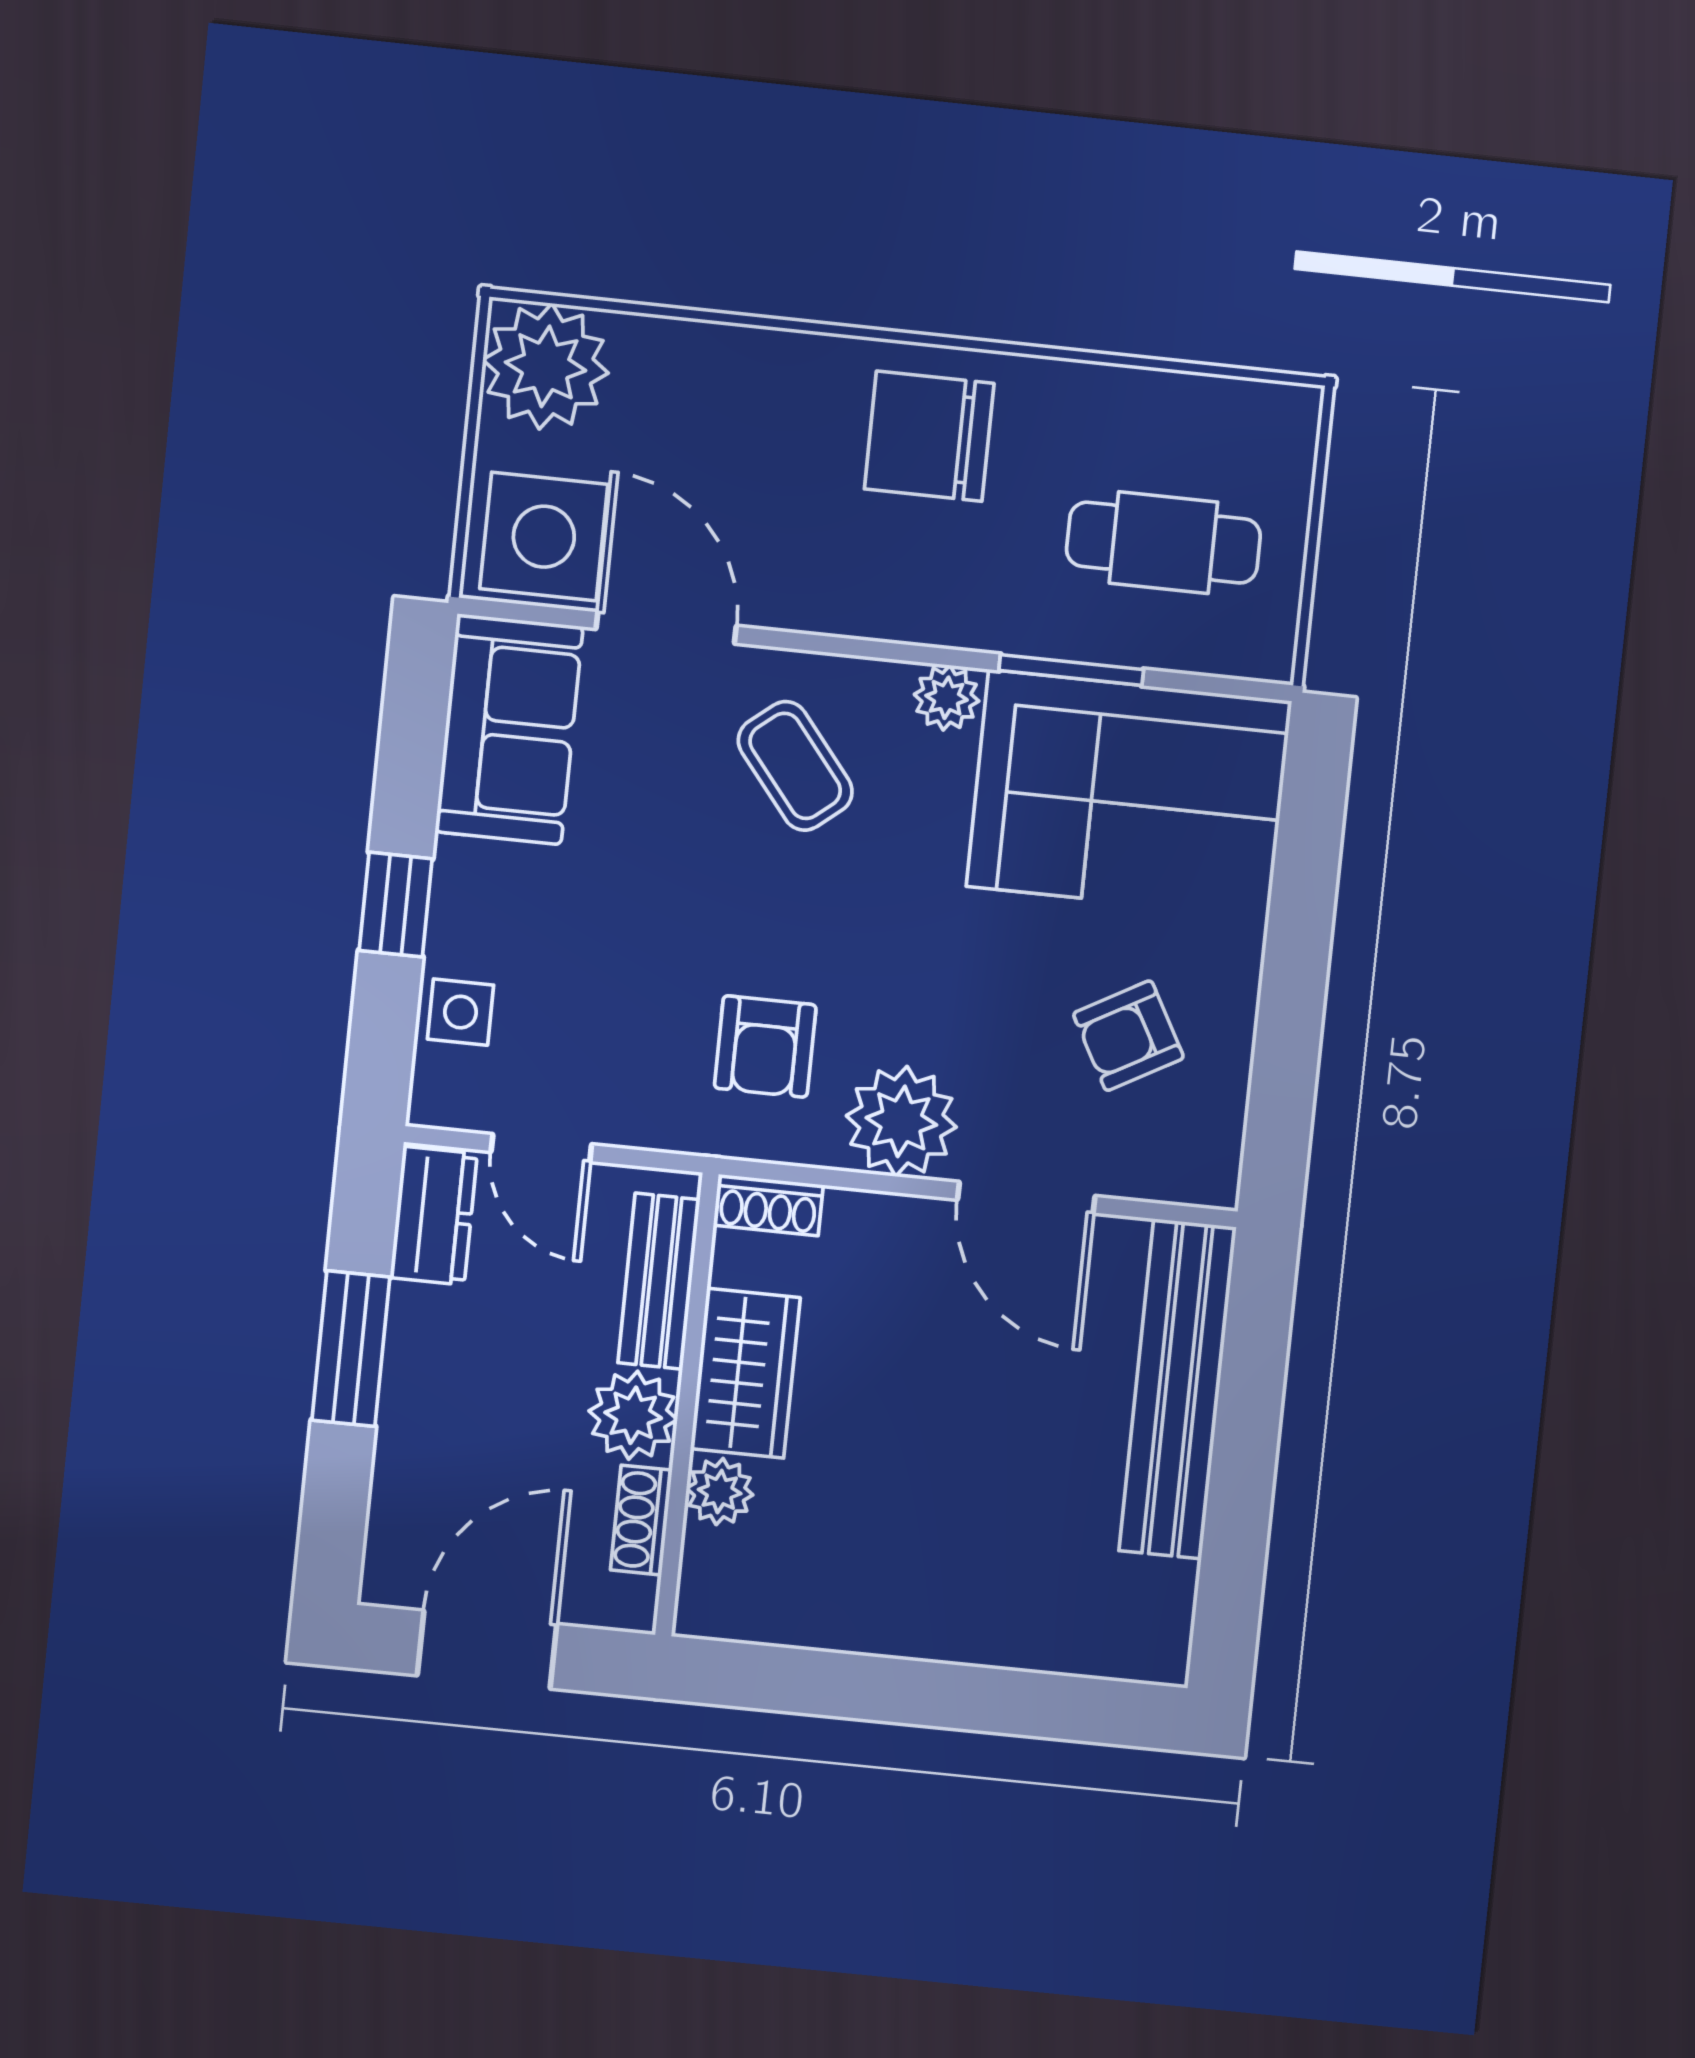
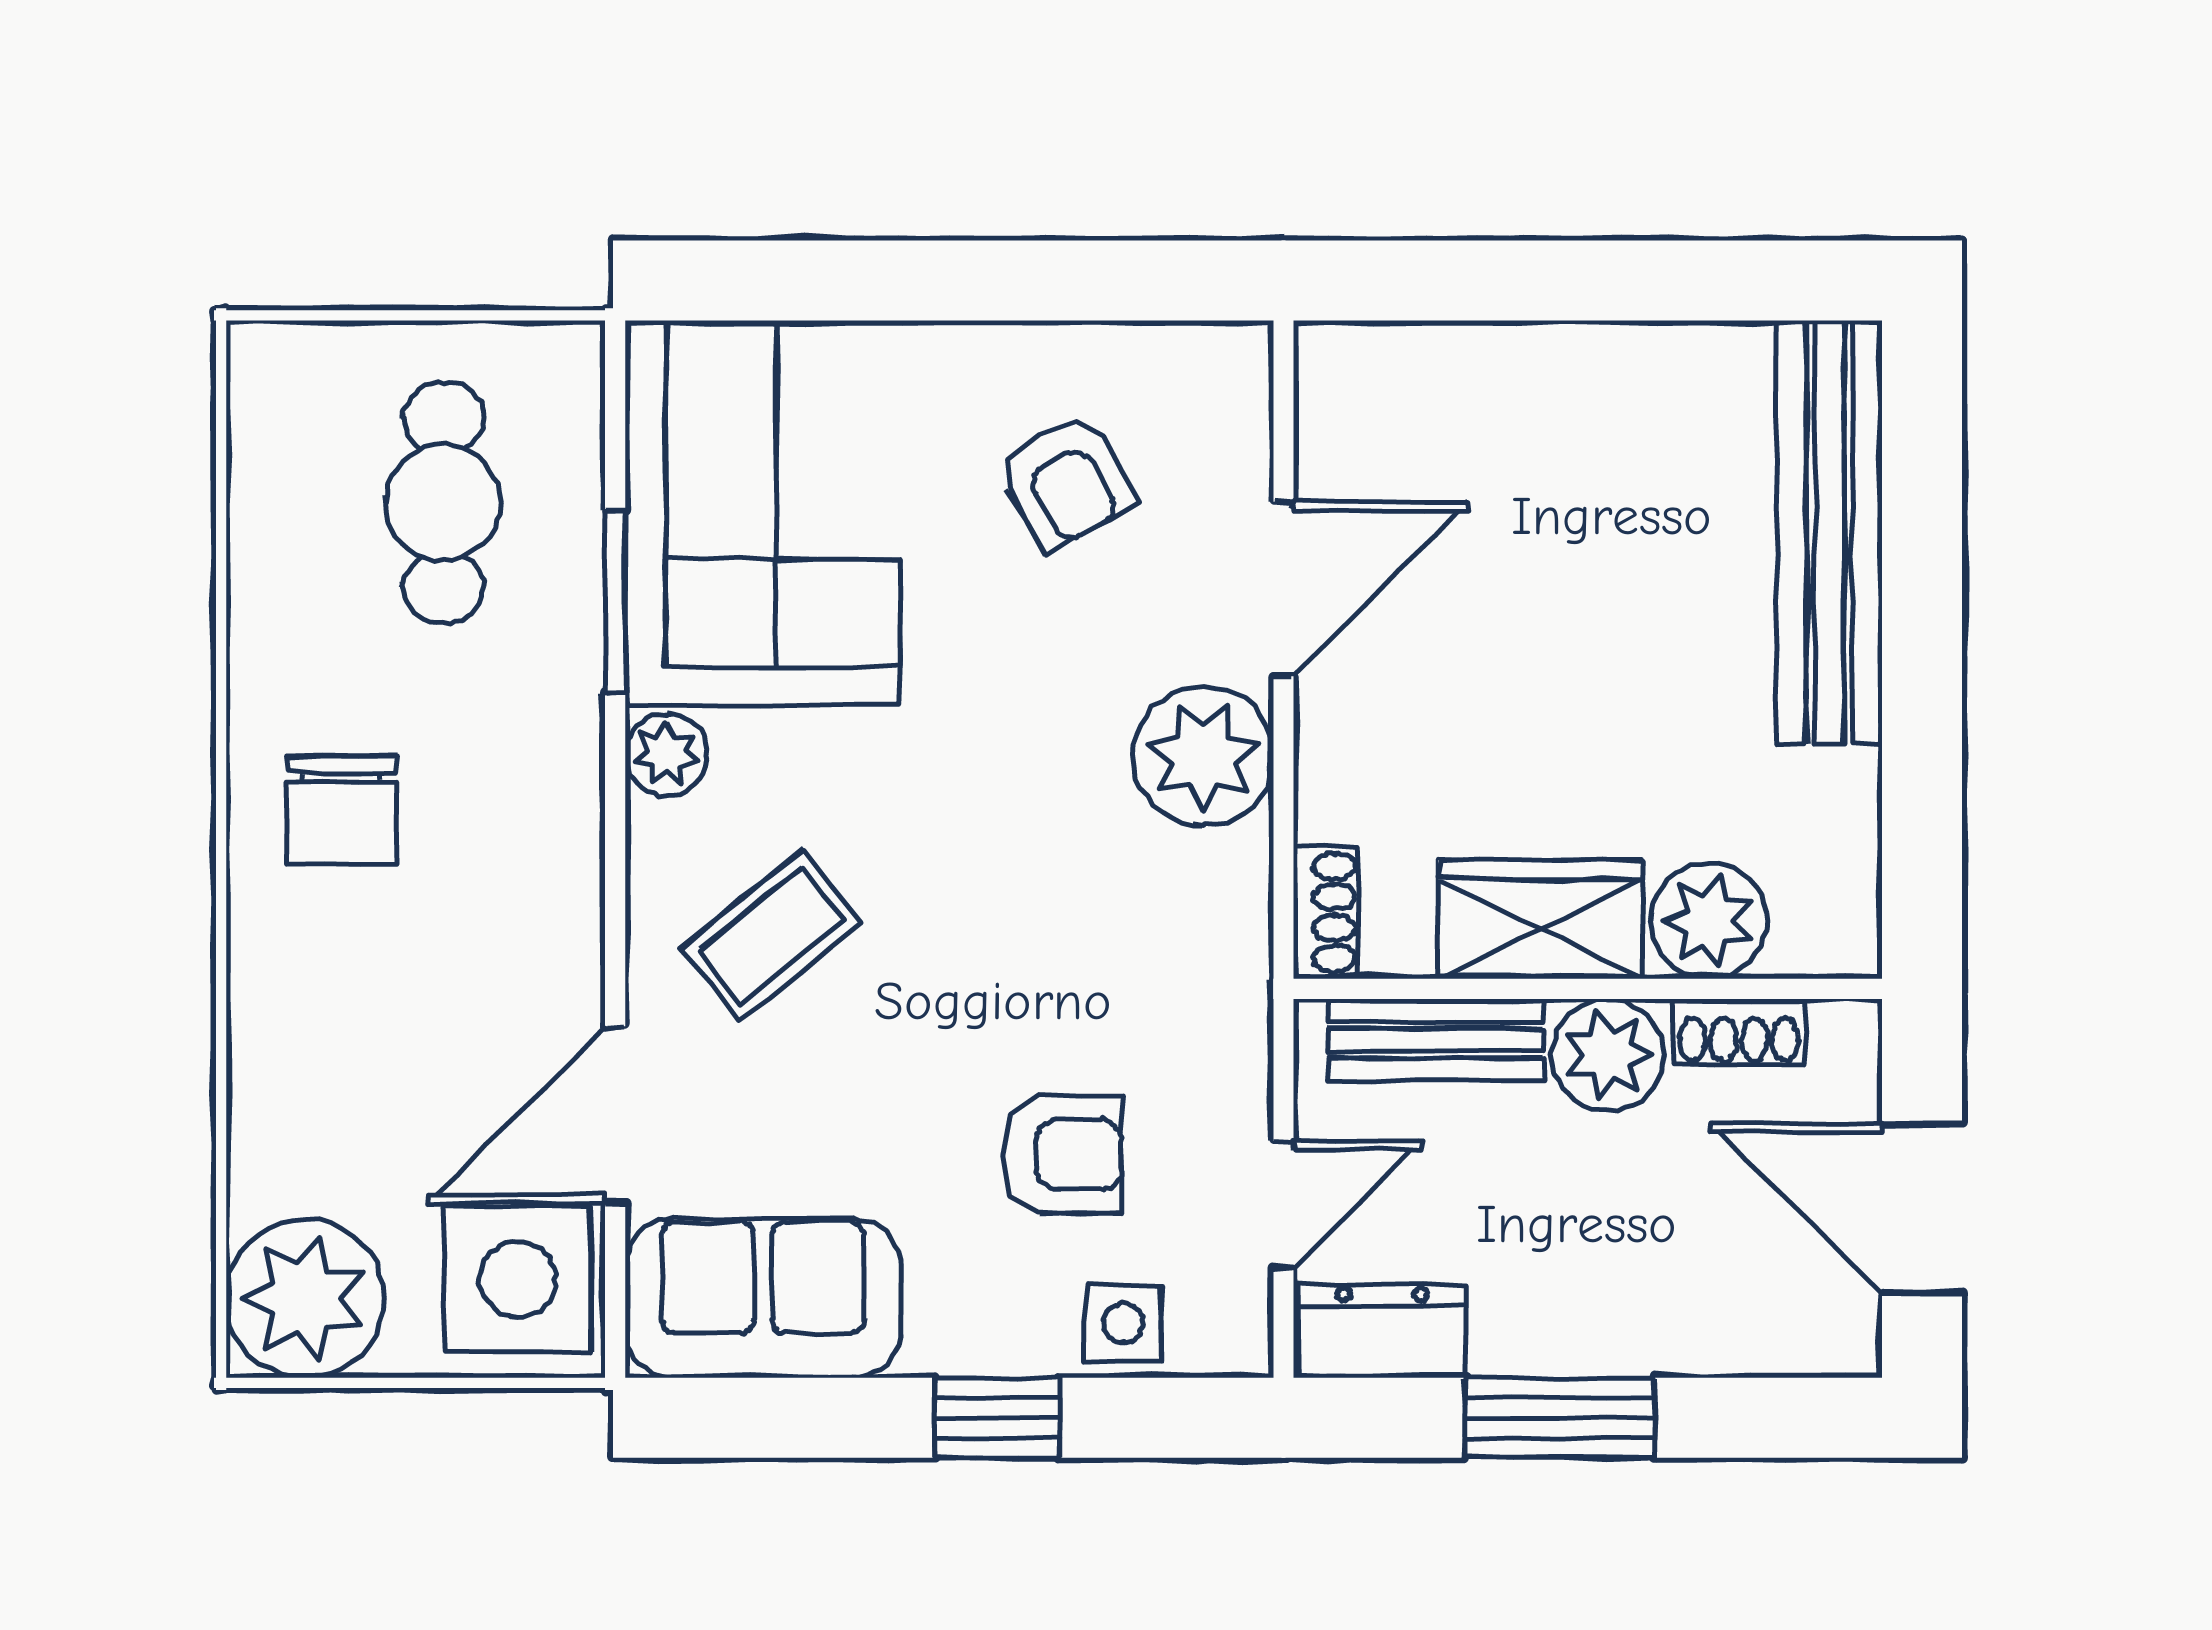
chair: (929, 436) -> (342, 810), width x0.73, depth x0.73
armchair: (765, 1046) -> (1062, 1155), moved
bench: (1178, 1389) -> (1829, 532), moved, turned 90
plant: (720, 1492) -> (1709, 921), width x1.38, depth x1.38

